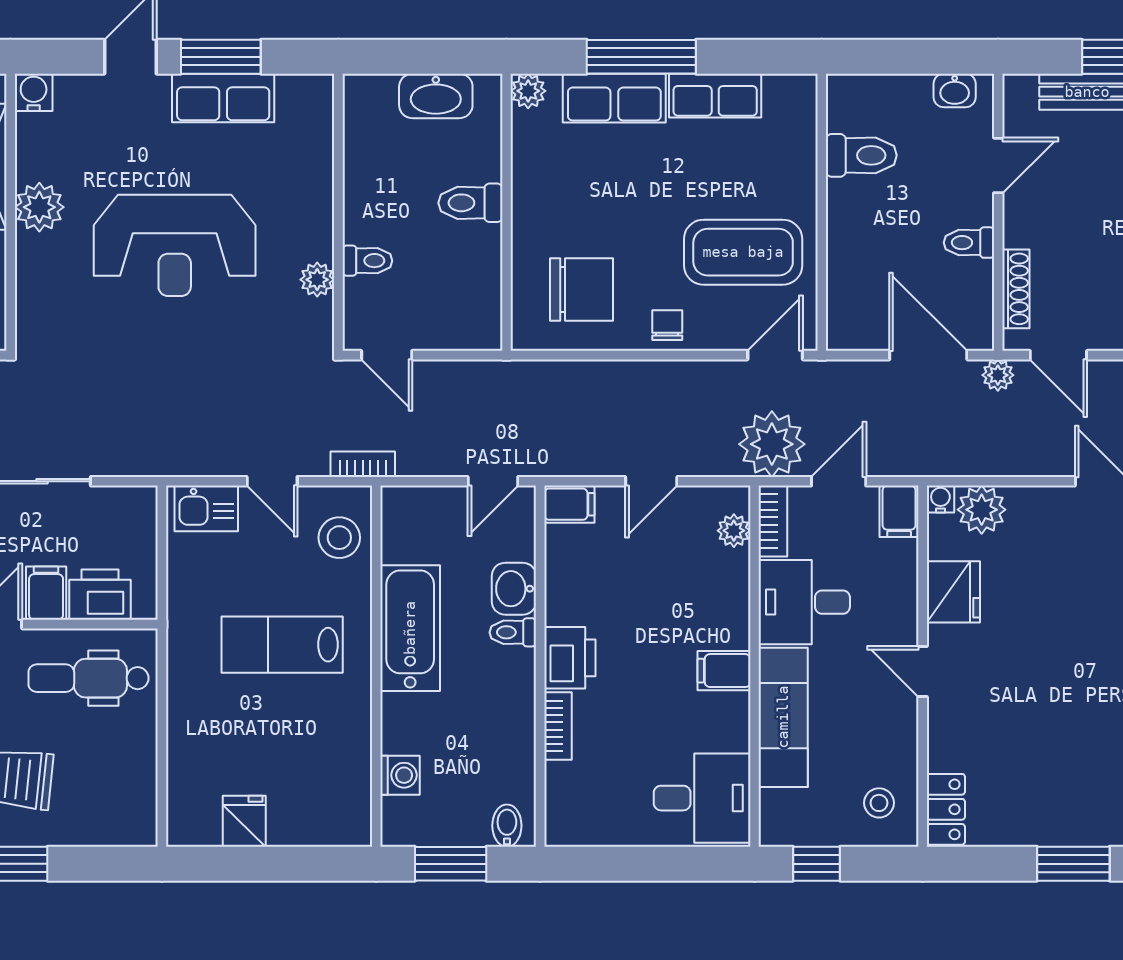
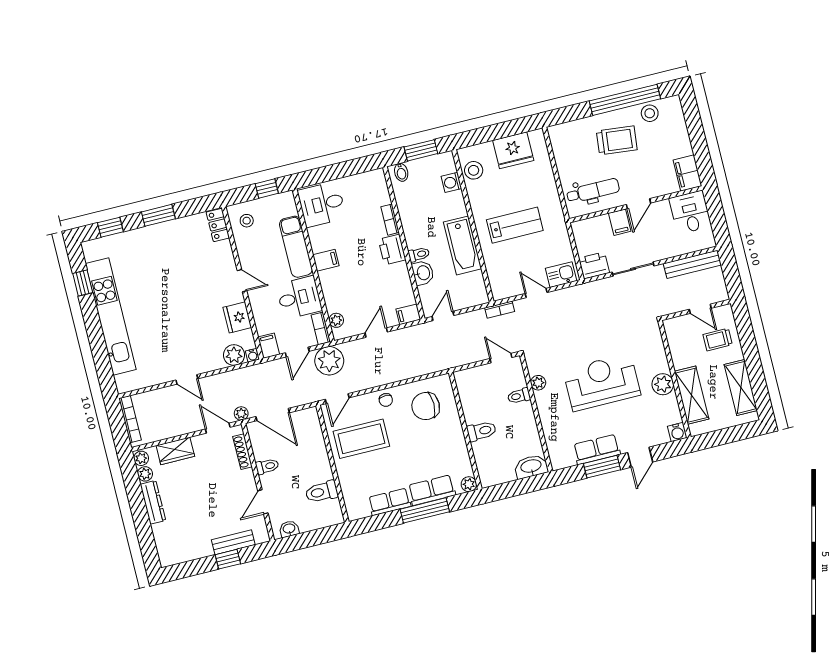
washbasin: (436, 96) -> (531, 467), moved
stool: (339, 538) -> (474, 170), moved
printer: (100, 595) -> (594, 265), moved, turned 180
fridge: (244, 821) -> (513, 150), width x1.88, depth x1.34

